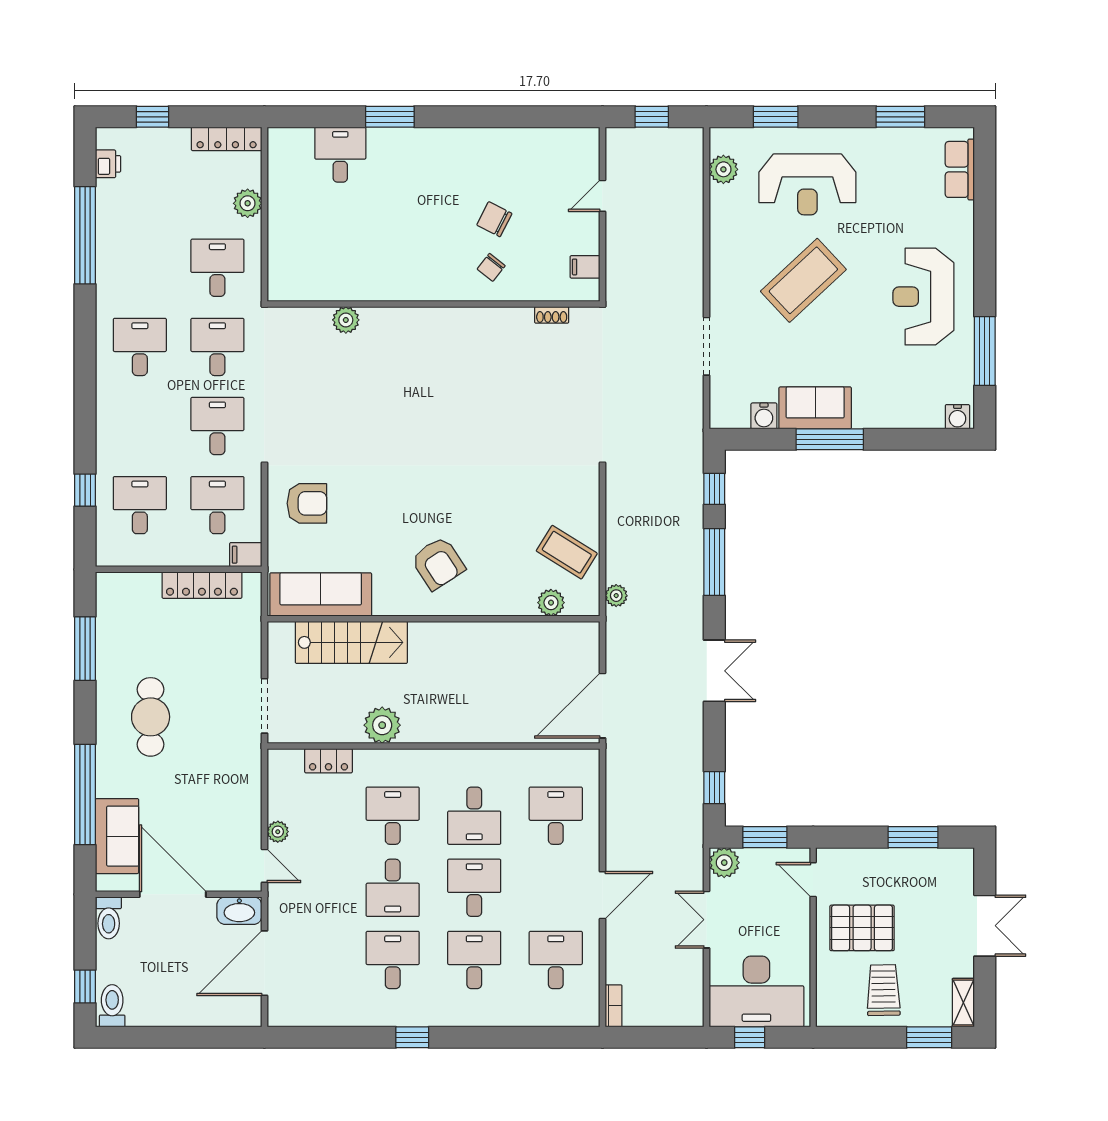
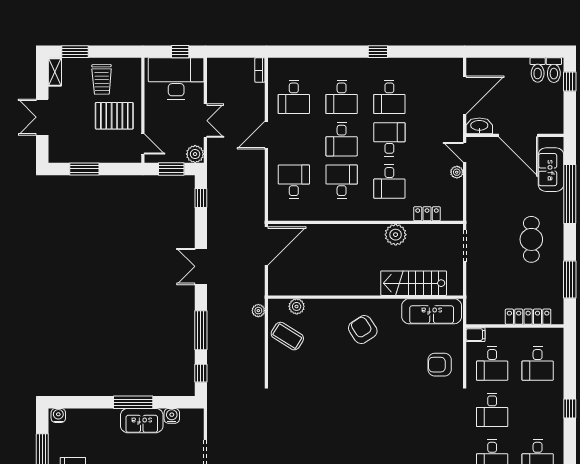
window: (85, 490) -> (570, 409), moved
locker: (202, 585) -> (528, 317), moved
desk: (556, 816) -> (294, 182), turned 180
toilet: (109, 918) -> (538, 70), moved, turned 180

